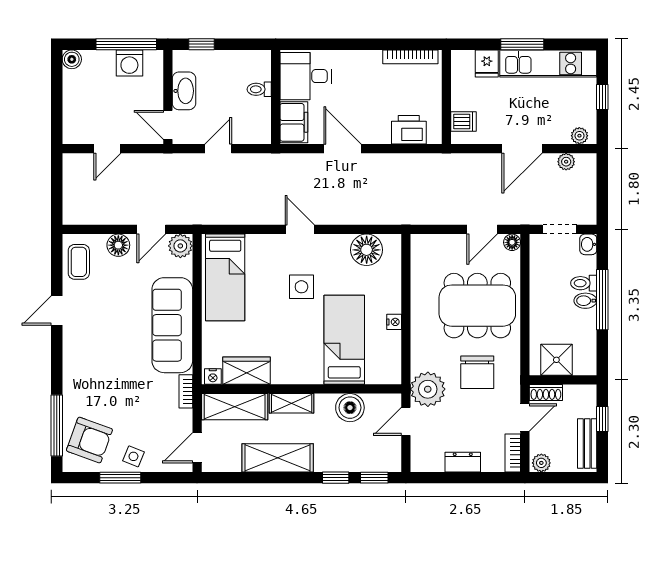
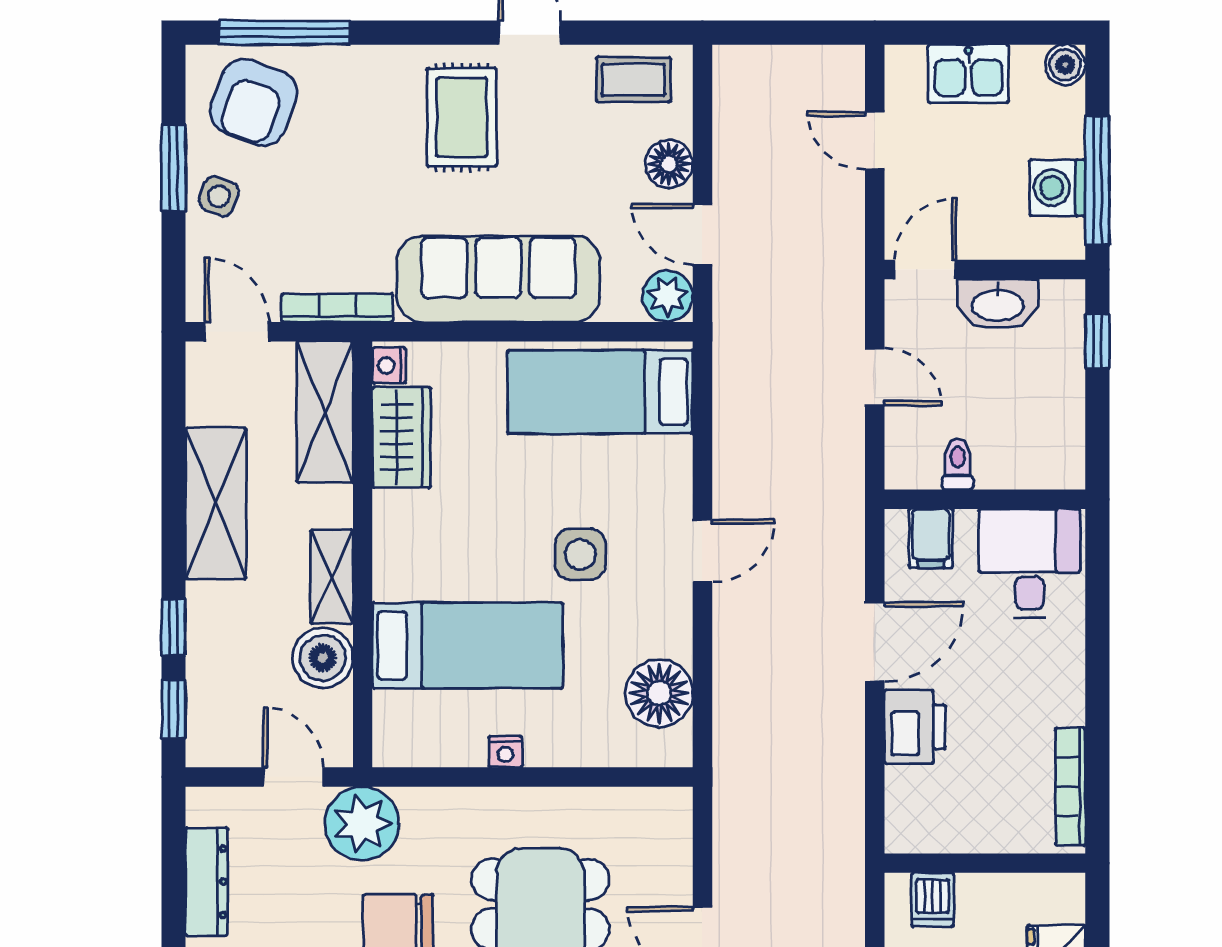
toilet: (259, 89) -> (958, 464), moved
kitchen sink: (76, 105) -> (968, 74), added
filing cabinet: (294, 122) -> (931, 538), width x0.50
printer: (409, 130) -> (915, 727), moved
rug: (96, 342) -> (462, 117), added
bookcase: (186, 391) -> (337, 308), width x1.56
shelving: (292, 403) -> (332, 577), moved
dresser: (463, 462) -> (207, 882), width x1.44

